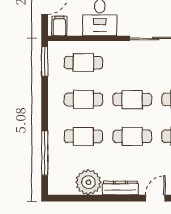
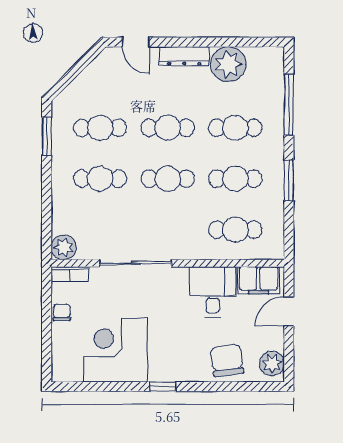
filing cabinet: (59, 26) -> (258, 280), width x2.00
window: (45, 61) -> (289, 180), moved
door: (155, 198) -> (136, 42), hinge flipped

